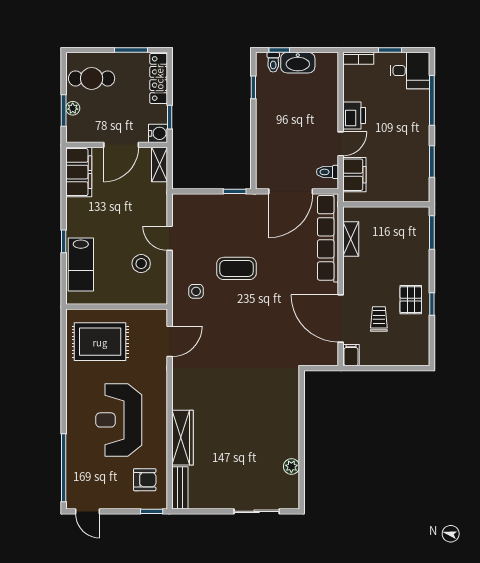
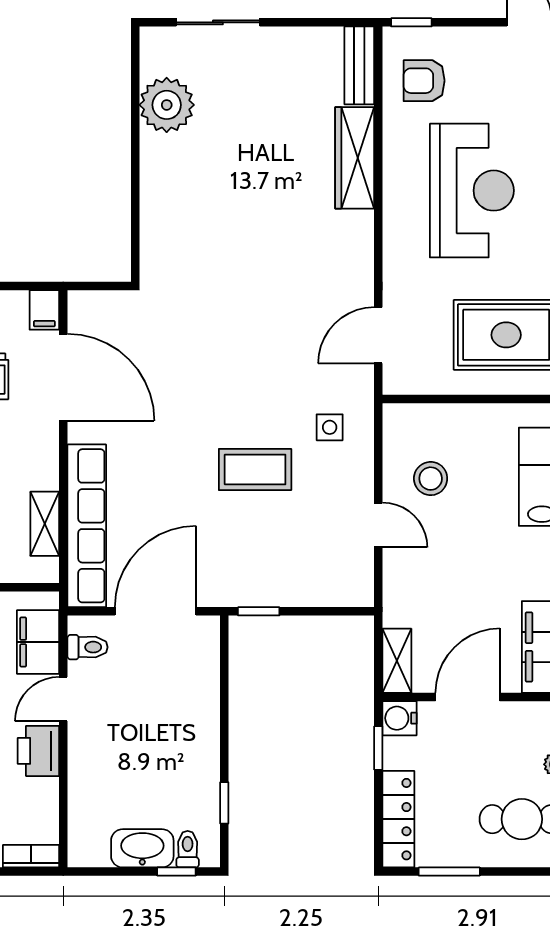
plant: (291, 466) -> (167, 105), width x1.88, depth x1.88

